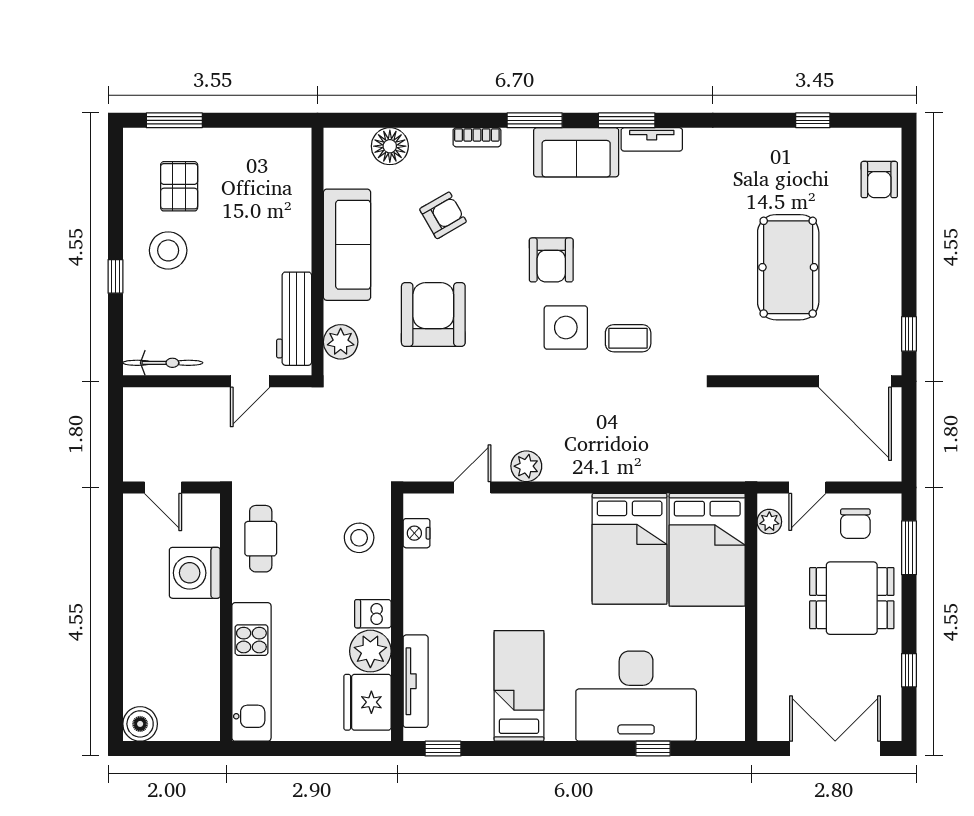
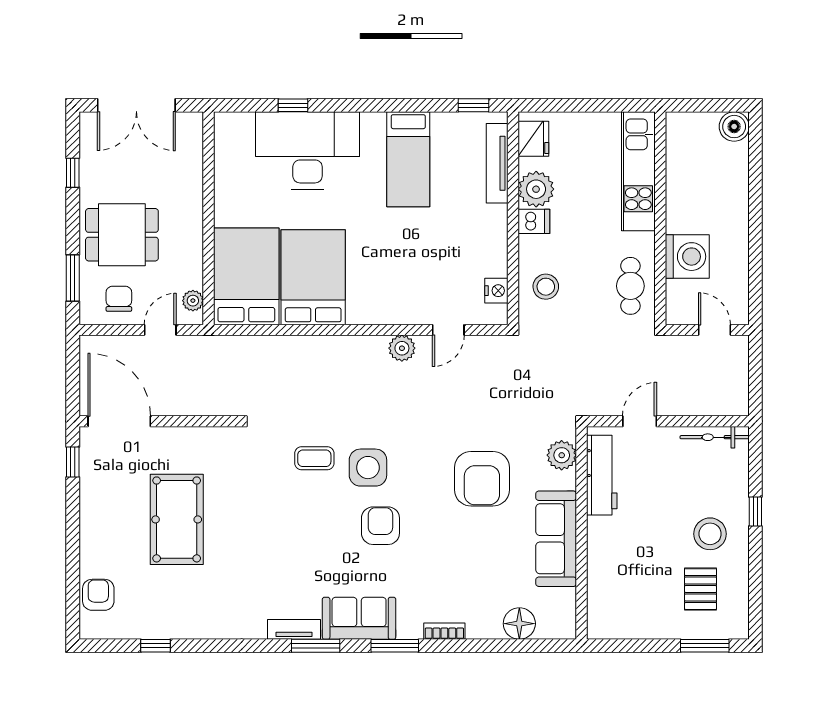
armchair: (443, 215) -> (474, 564), removed
fridge: (368, 702) -> (533, 139), width x0.73, depth x0.75

